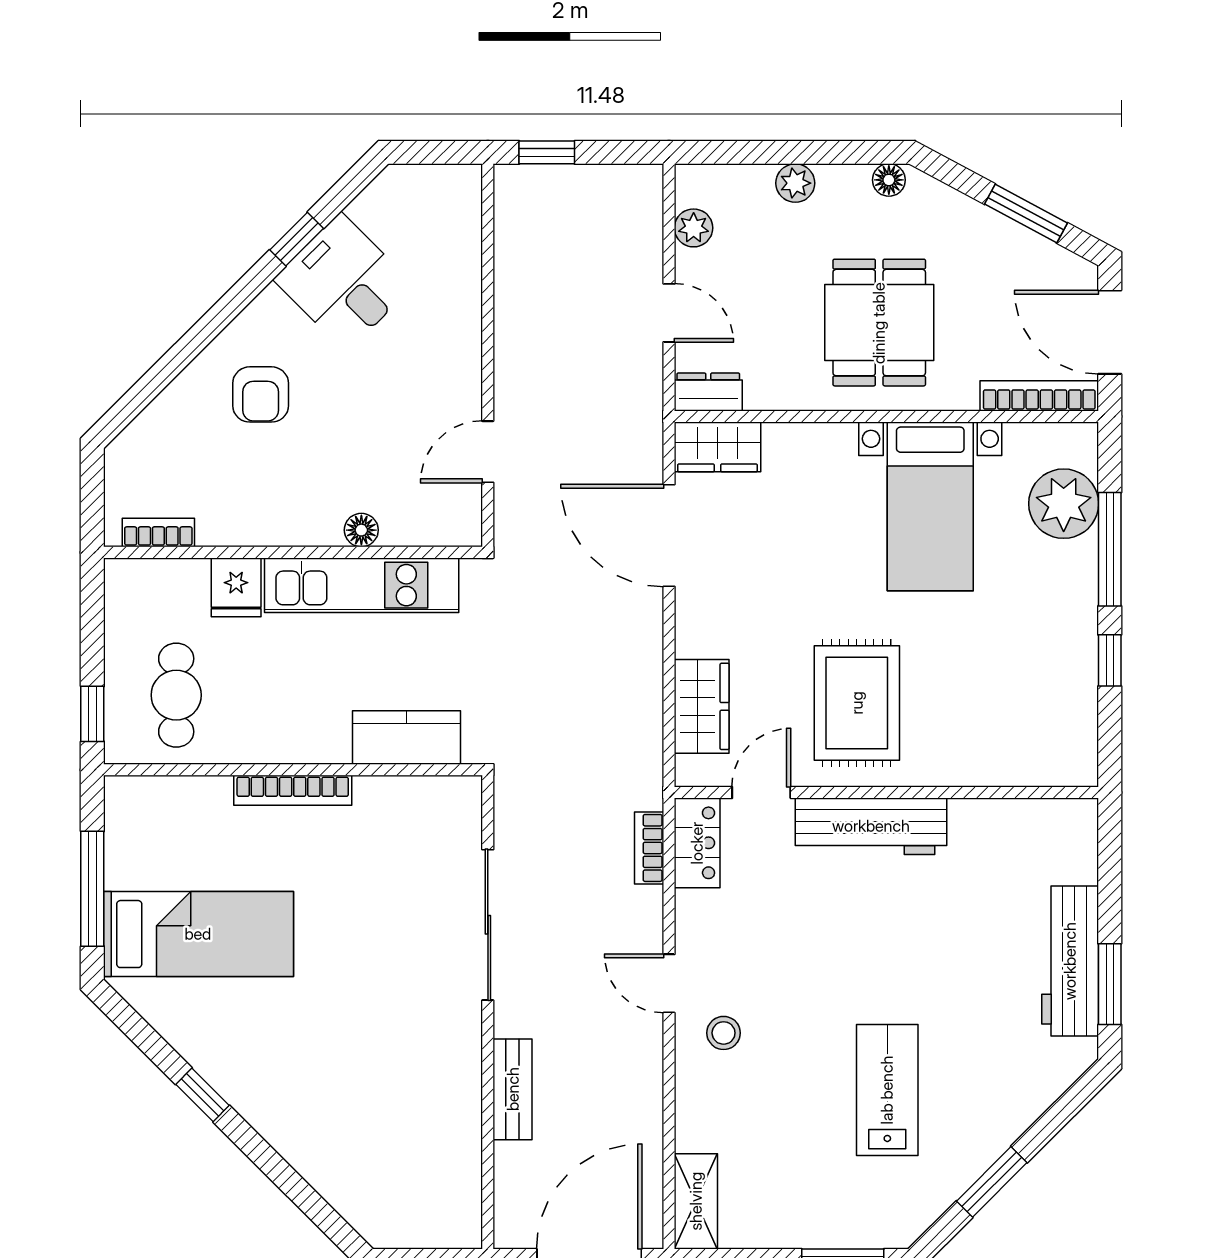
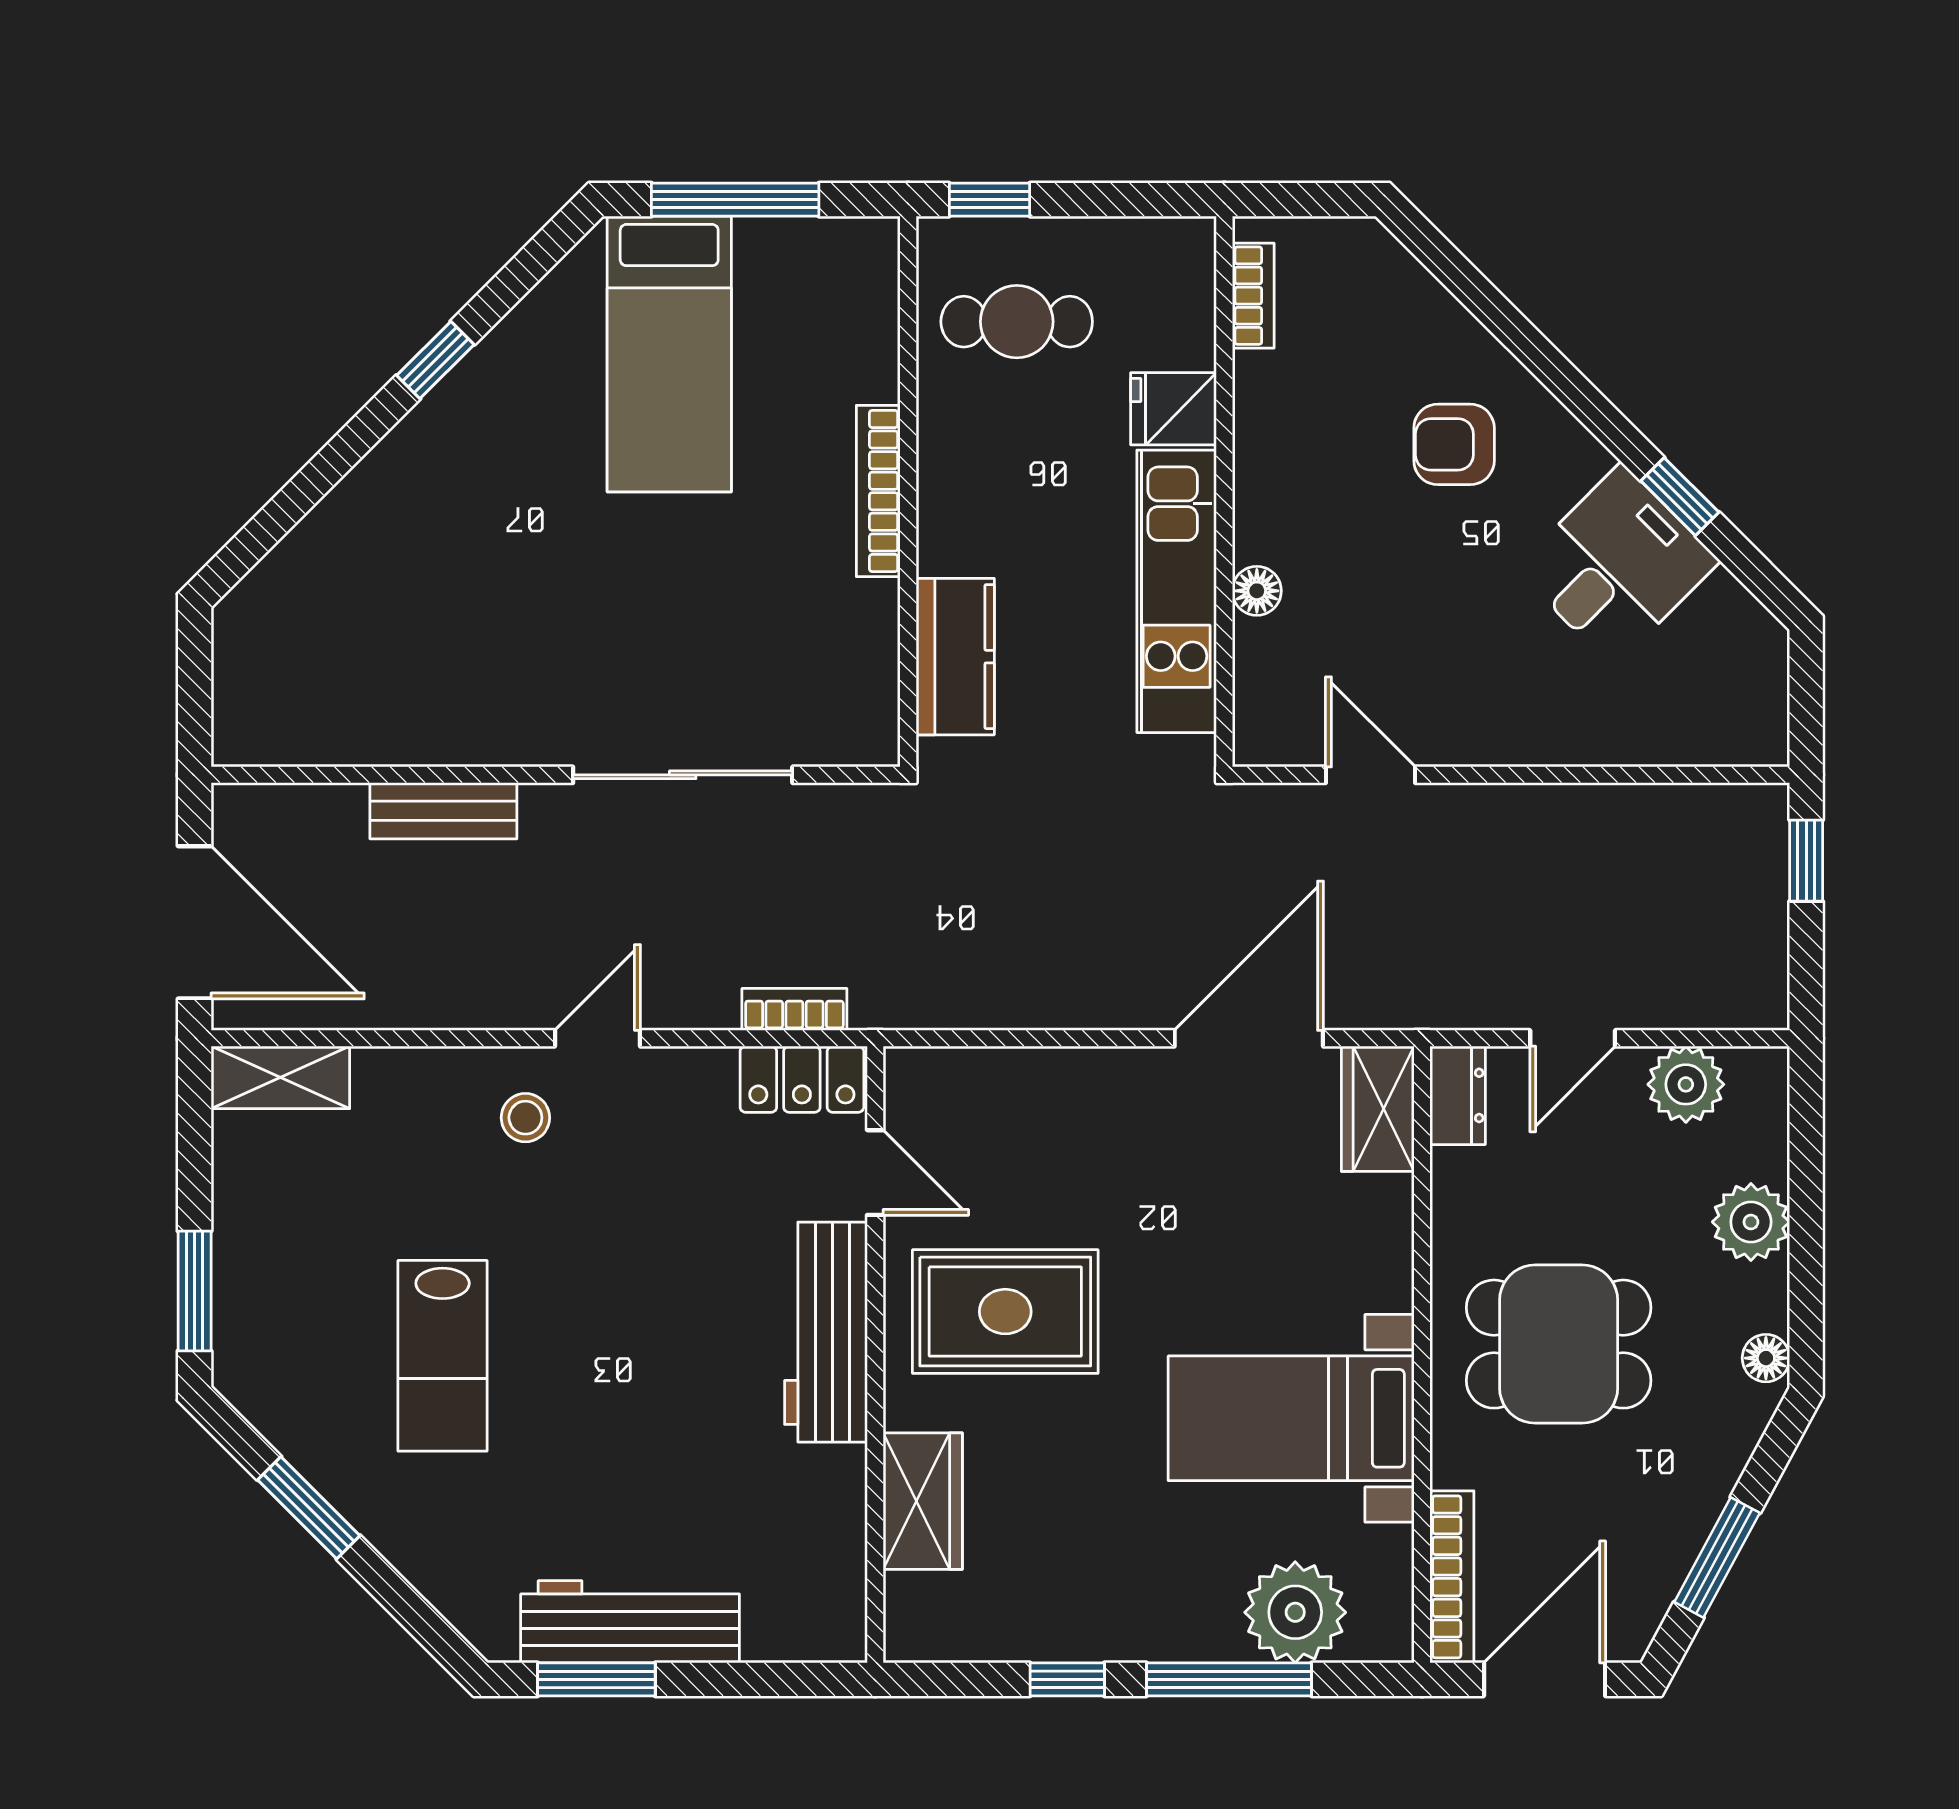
plant: (795, 183) -> (1751, 1222), width x1.38, depth x1.38
plant: (694, 228) -> (1686, 1084), width x1.38, depth x1.38
wardrobe: (702, 706) -> (923, 1501), moved, turned -90
lab bench: (887, 1090) -> (443, 1356), turned 90

